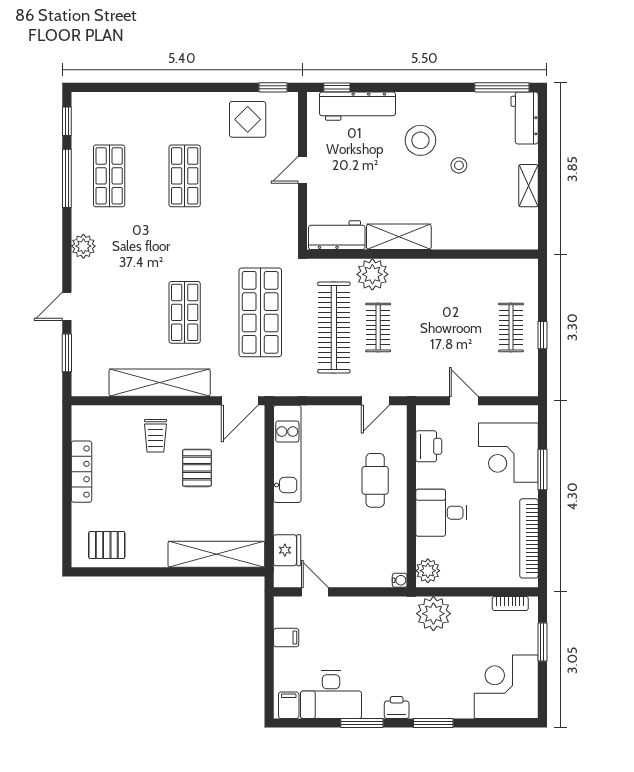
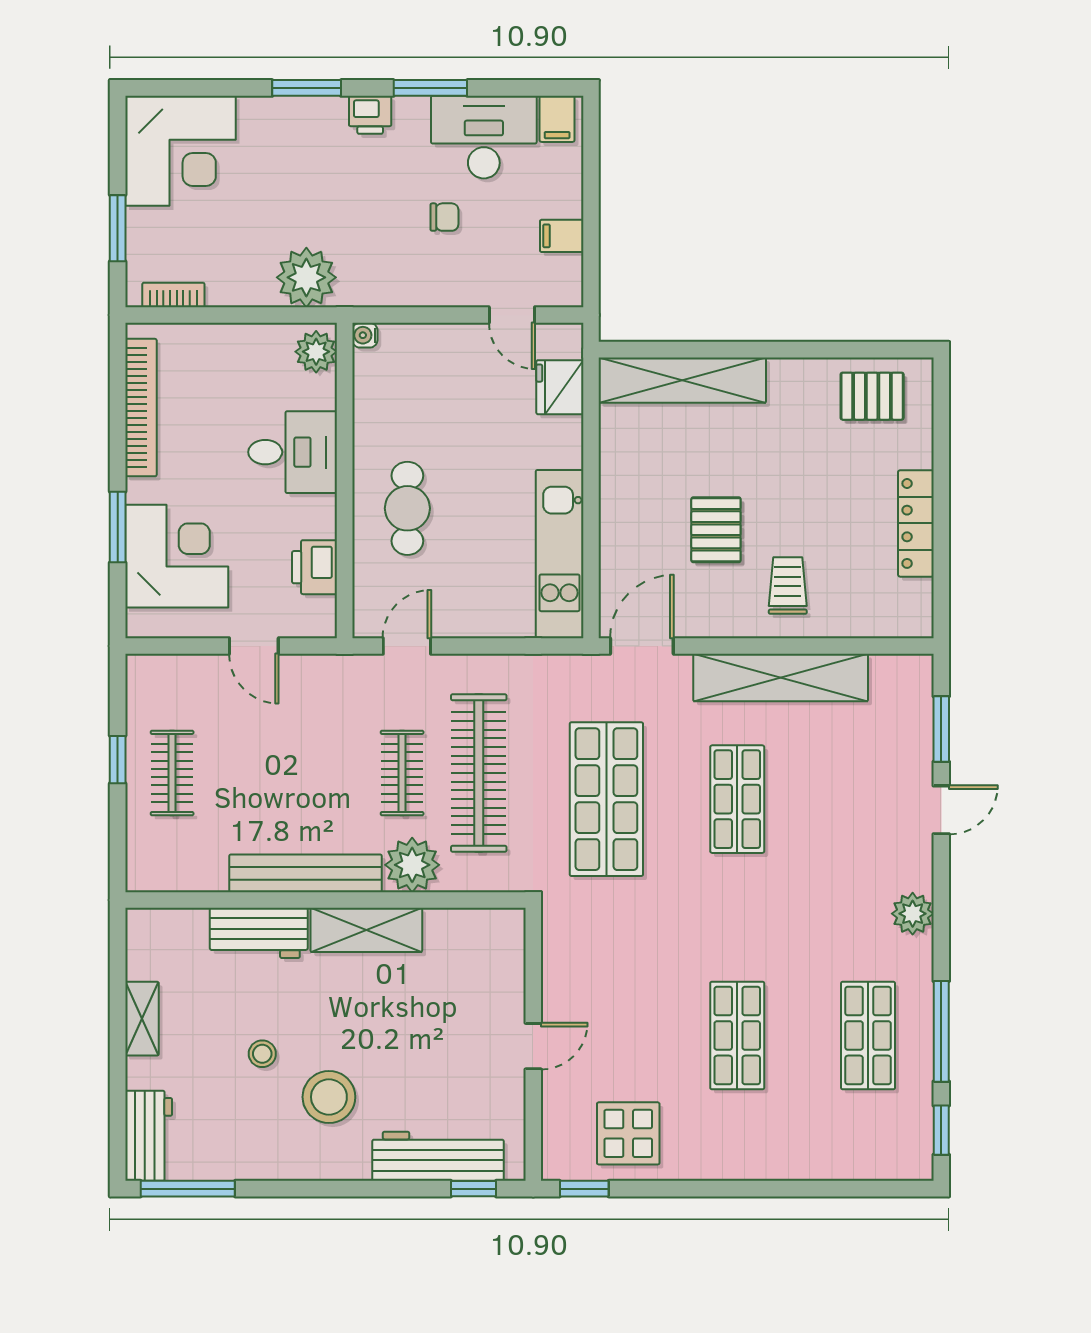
workbench: (337, 235) -> (259, 933), moved
bench: (434, 270) -> (306, 873), added
chair: (354, 648) -> (444, 217), added

